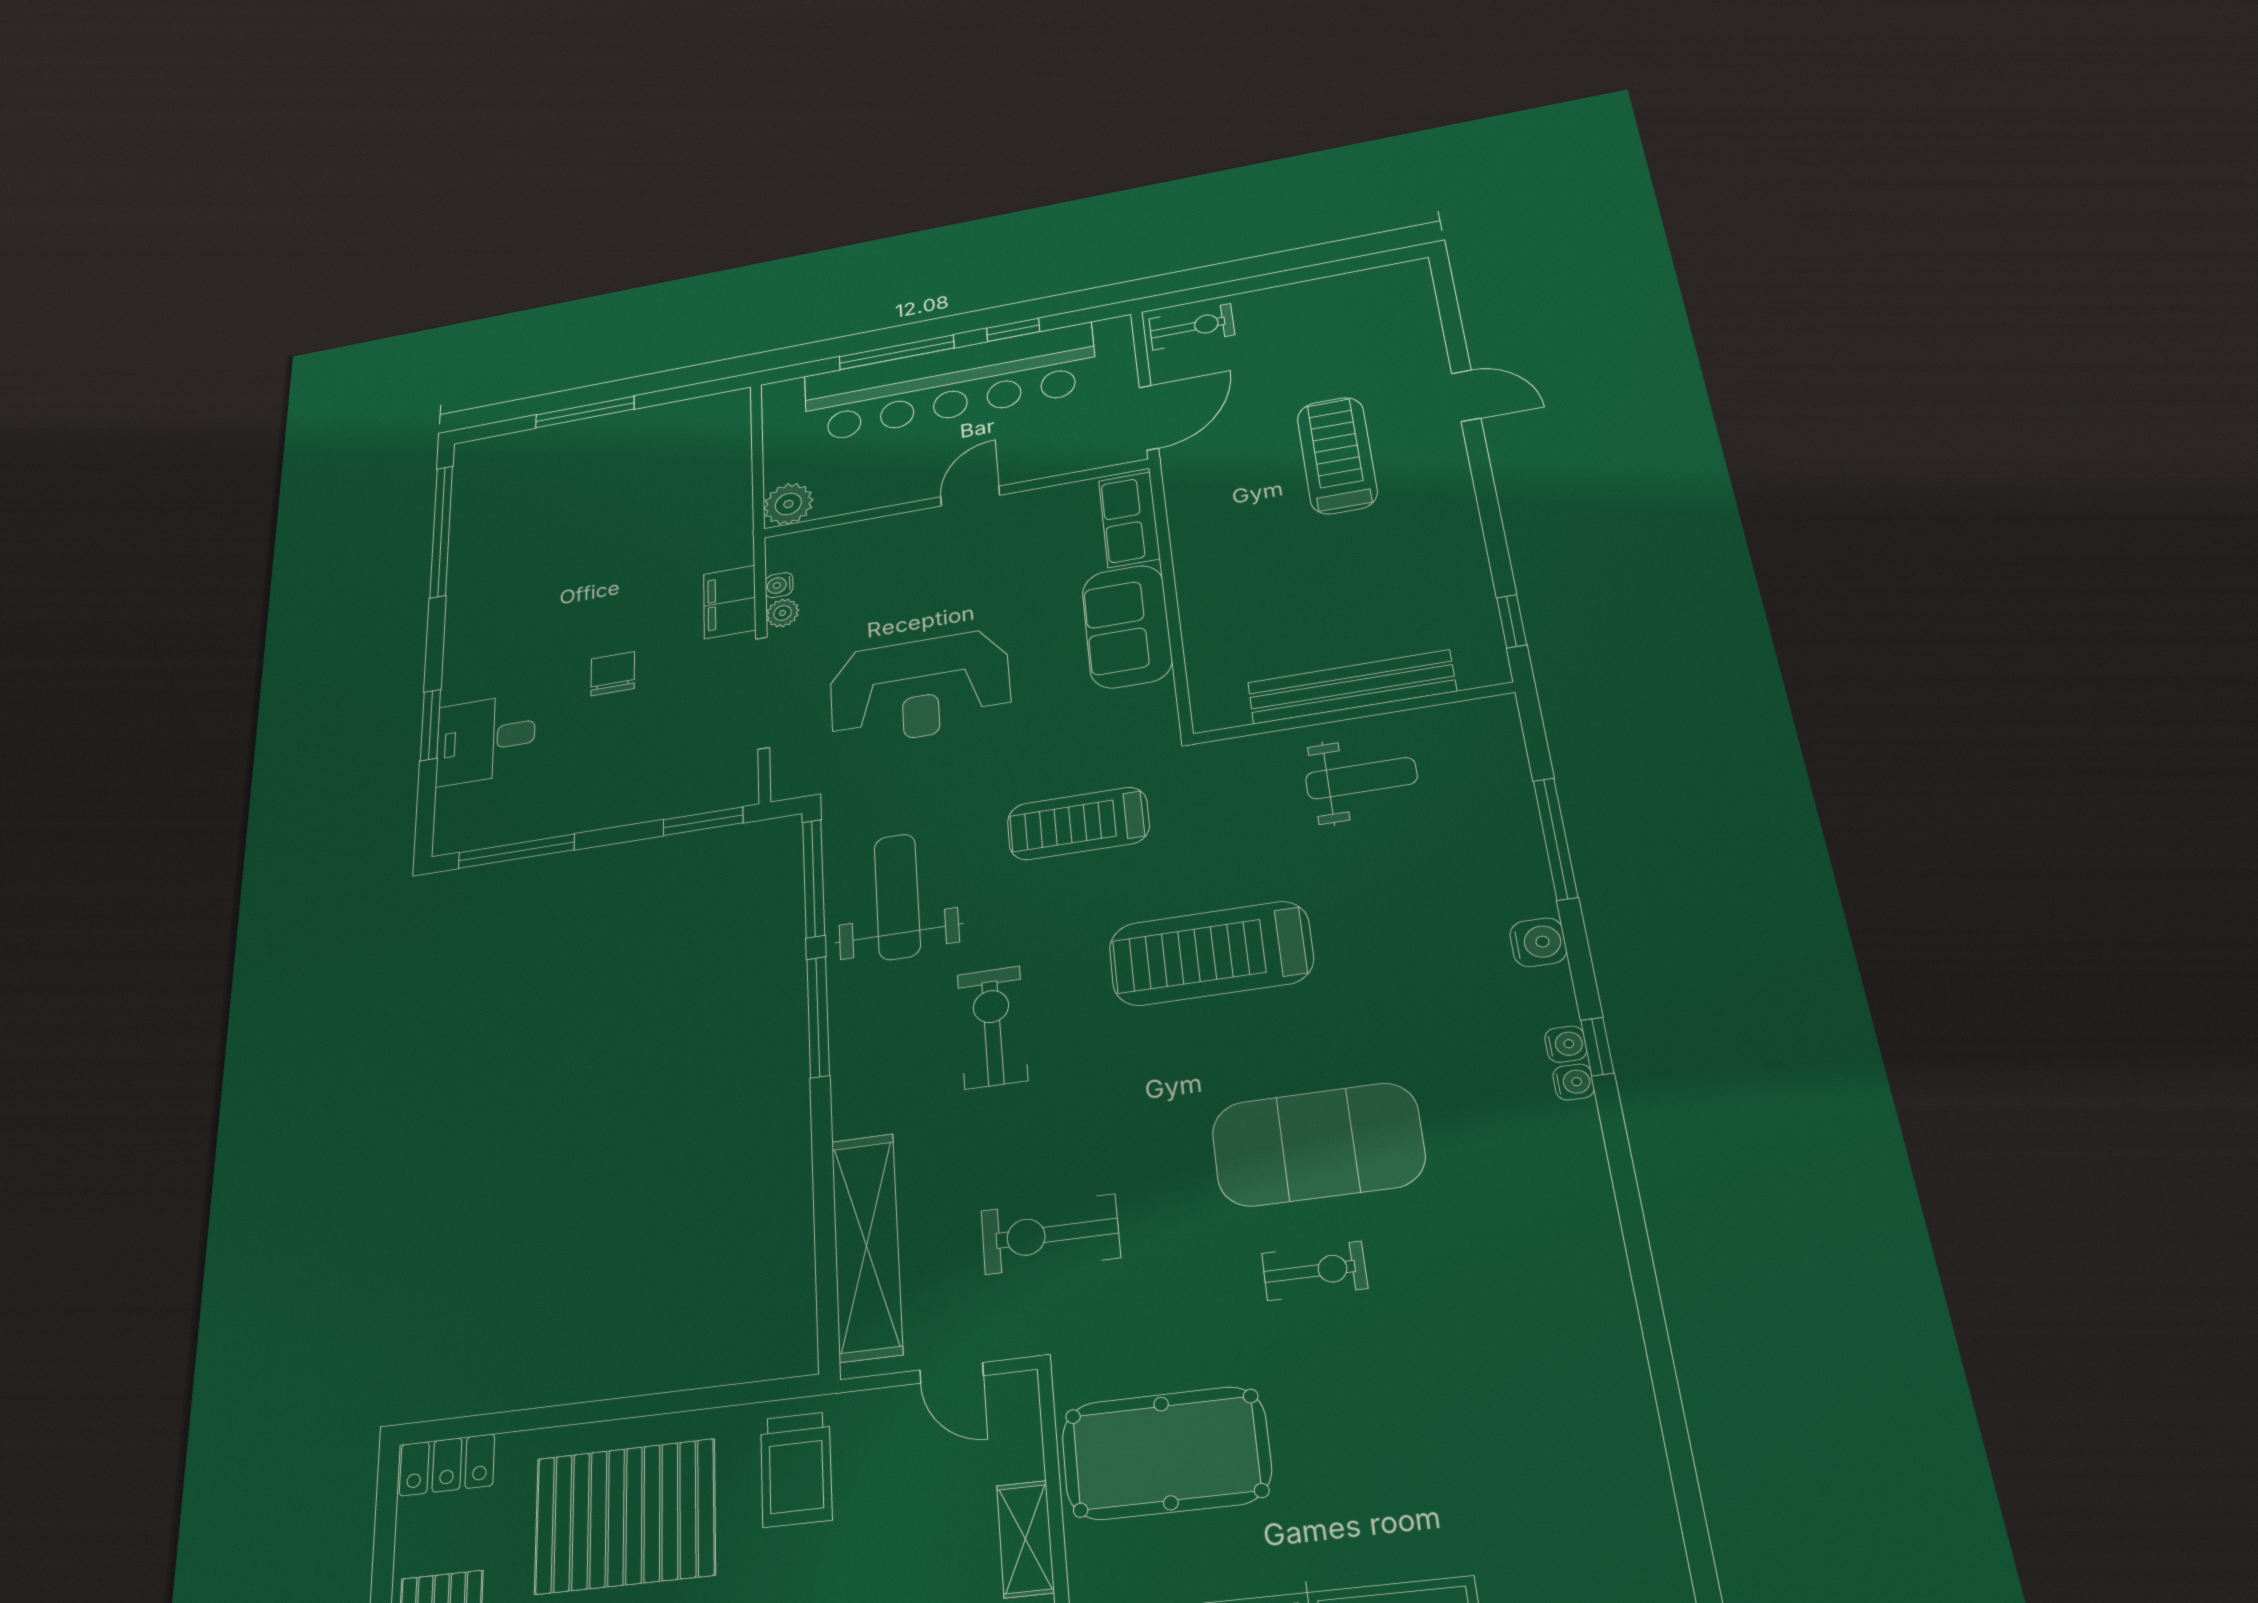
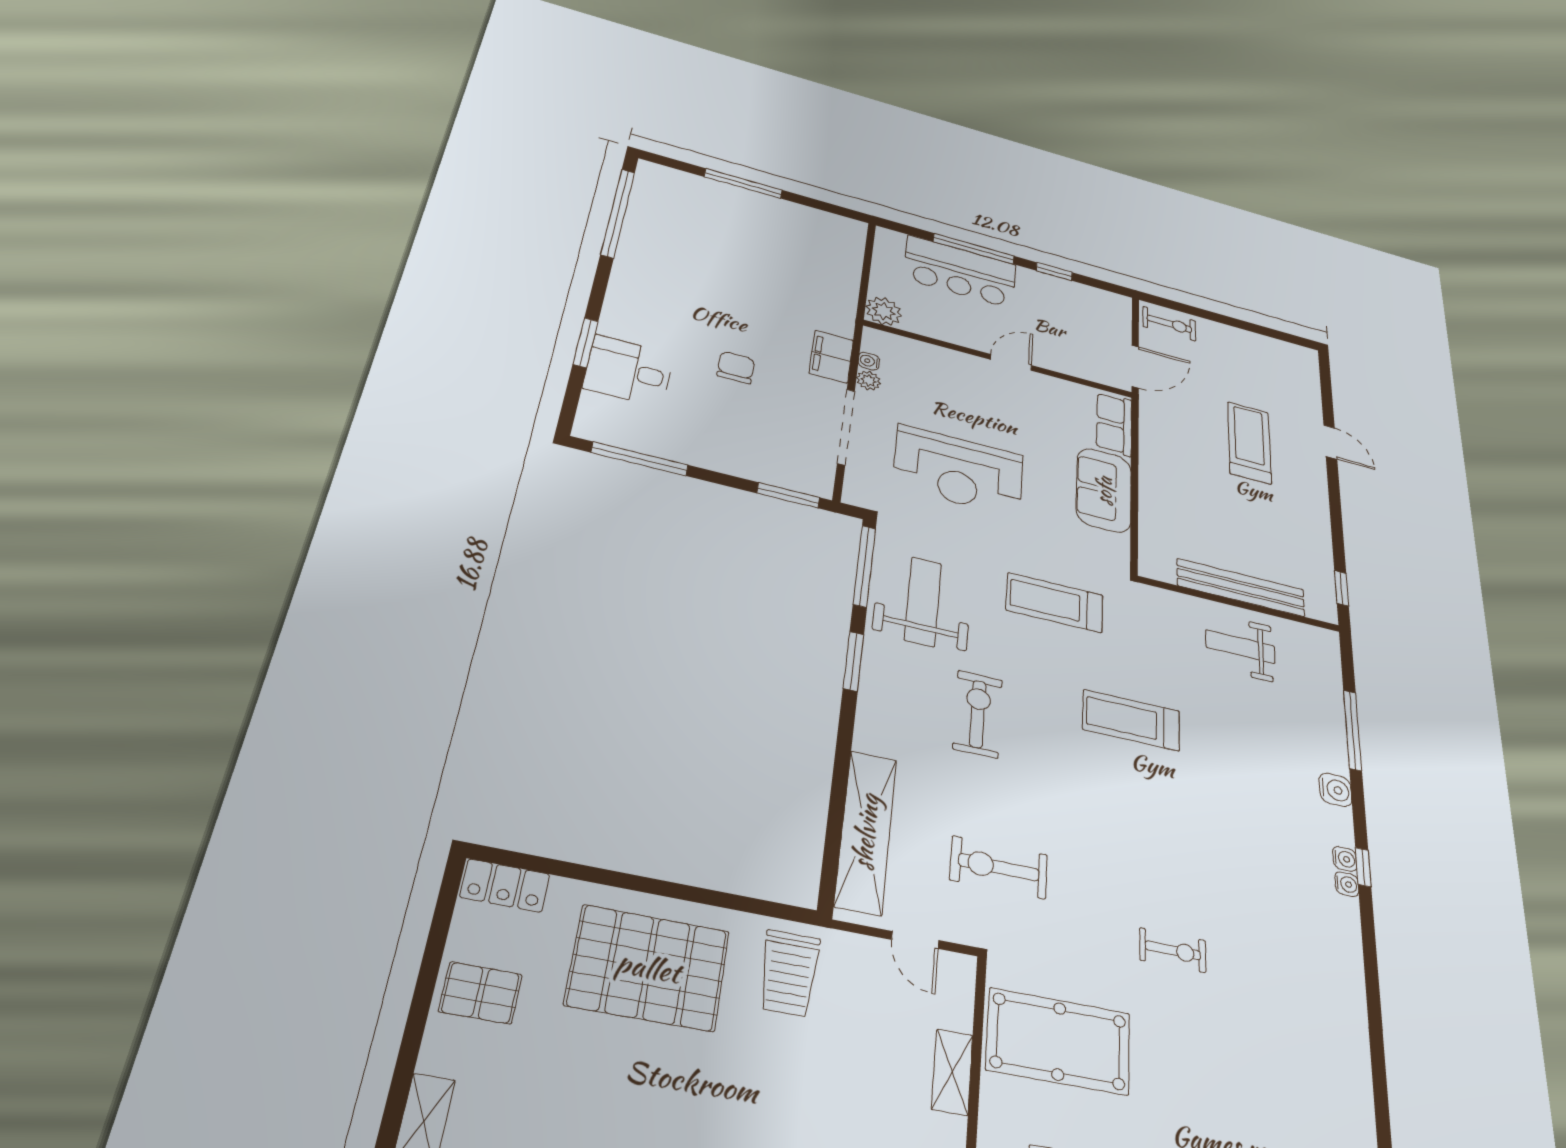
bar counter: (949, 383) -> (960, 272), width x0.54
weight bench: (1361, 778) -> (1240, 647), turned 180
treadmill: (1211, 953) -> (1131, 720), width x0.73, depth x0.73
window: (818, 1017) -> (854, 661), width x0.69
exercise mat: (1318, 1145) -> (1185, 869), removed

